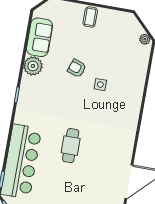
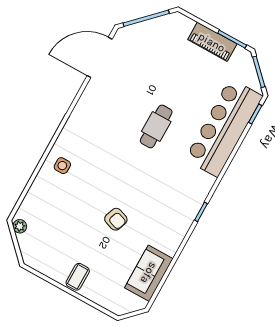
plant: (33, 66) -> (169, 241), removed
side table: (100, 85) -> (62, 166), moved

